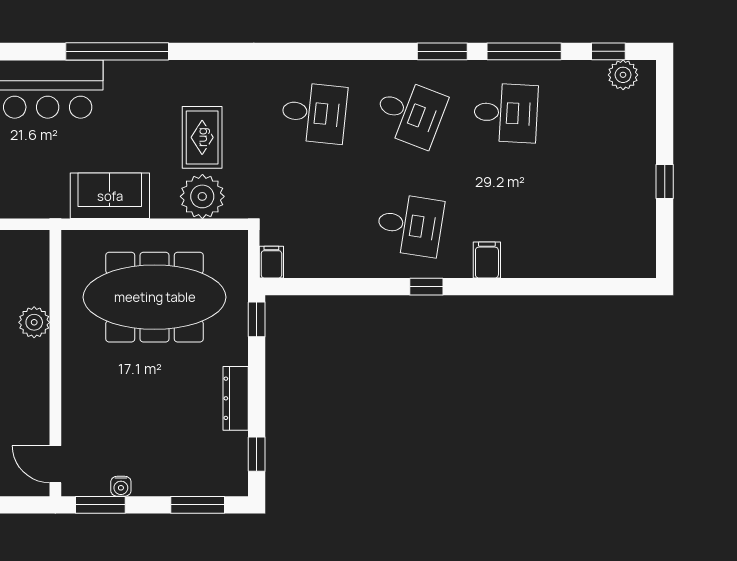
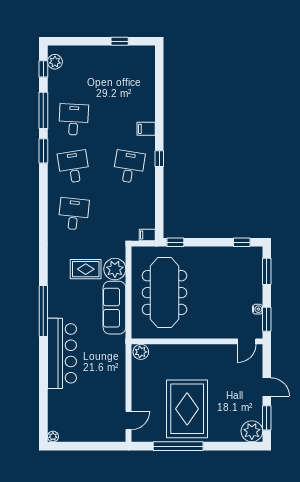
desk: (410, 113) -> (74, 167), turned -30
window: (665, 181) -> (120, 41), moved
sofa: (110, 196) -> (114, 308), width x1.36
plant: (34, 322) -> (141, 352), moved
dresser: (236, 398) -> (214, 253), removed

